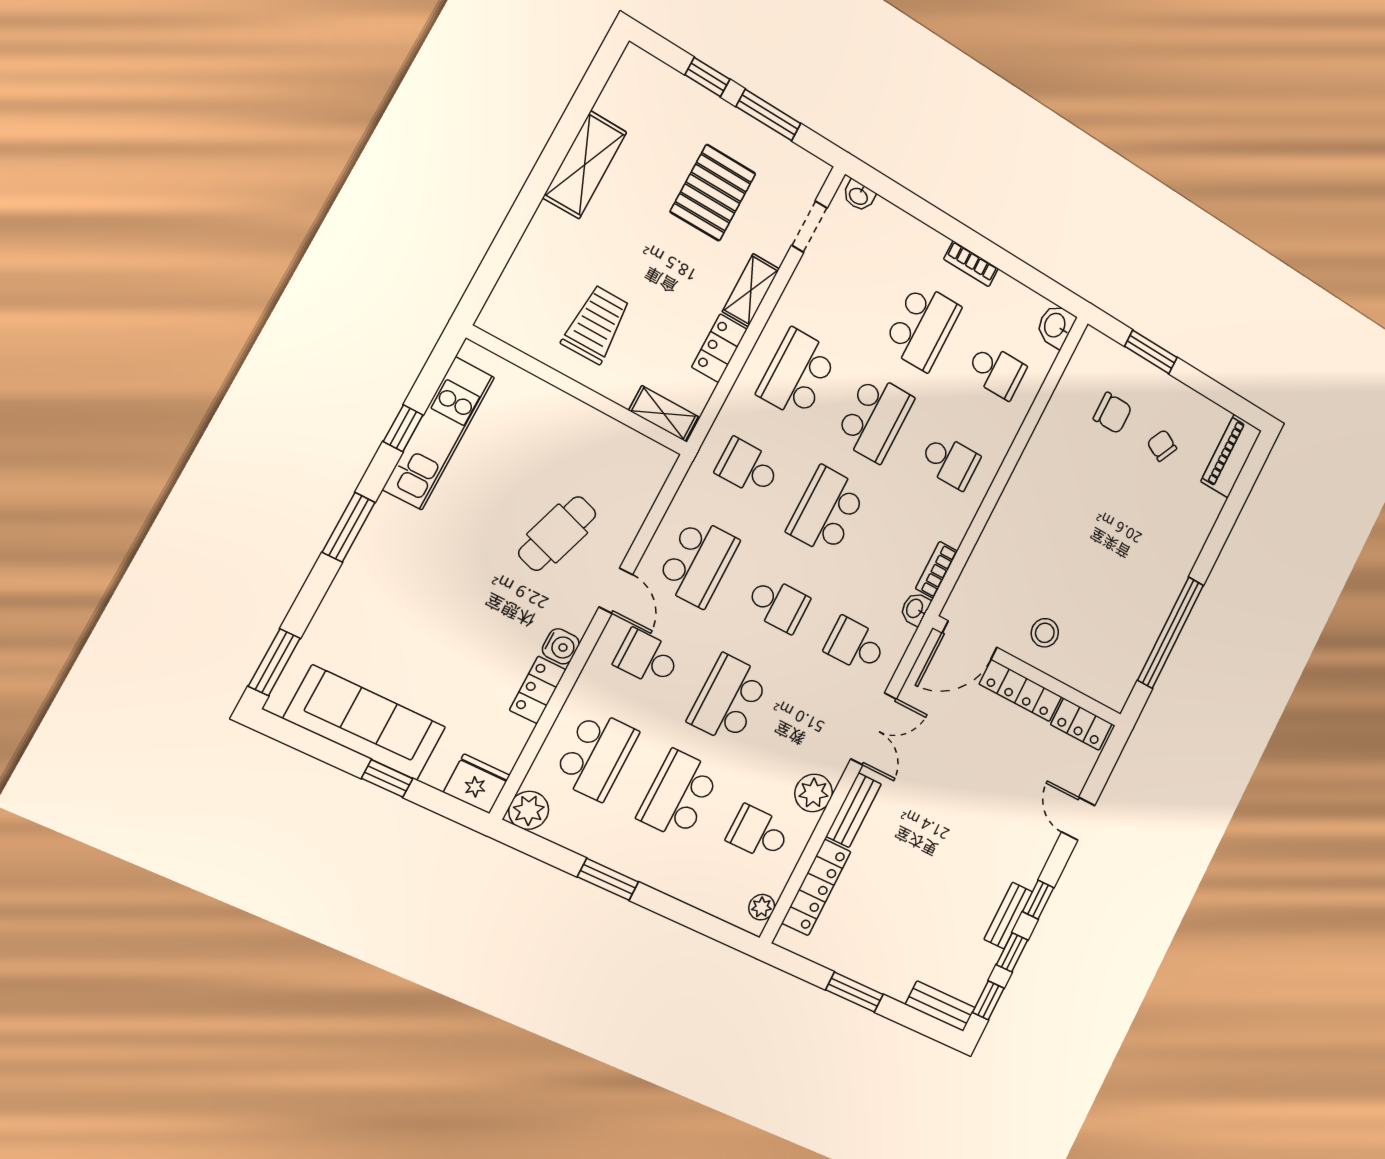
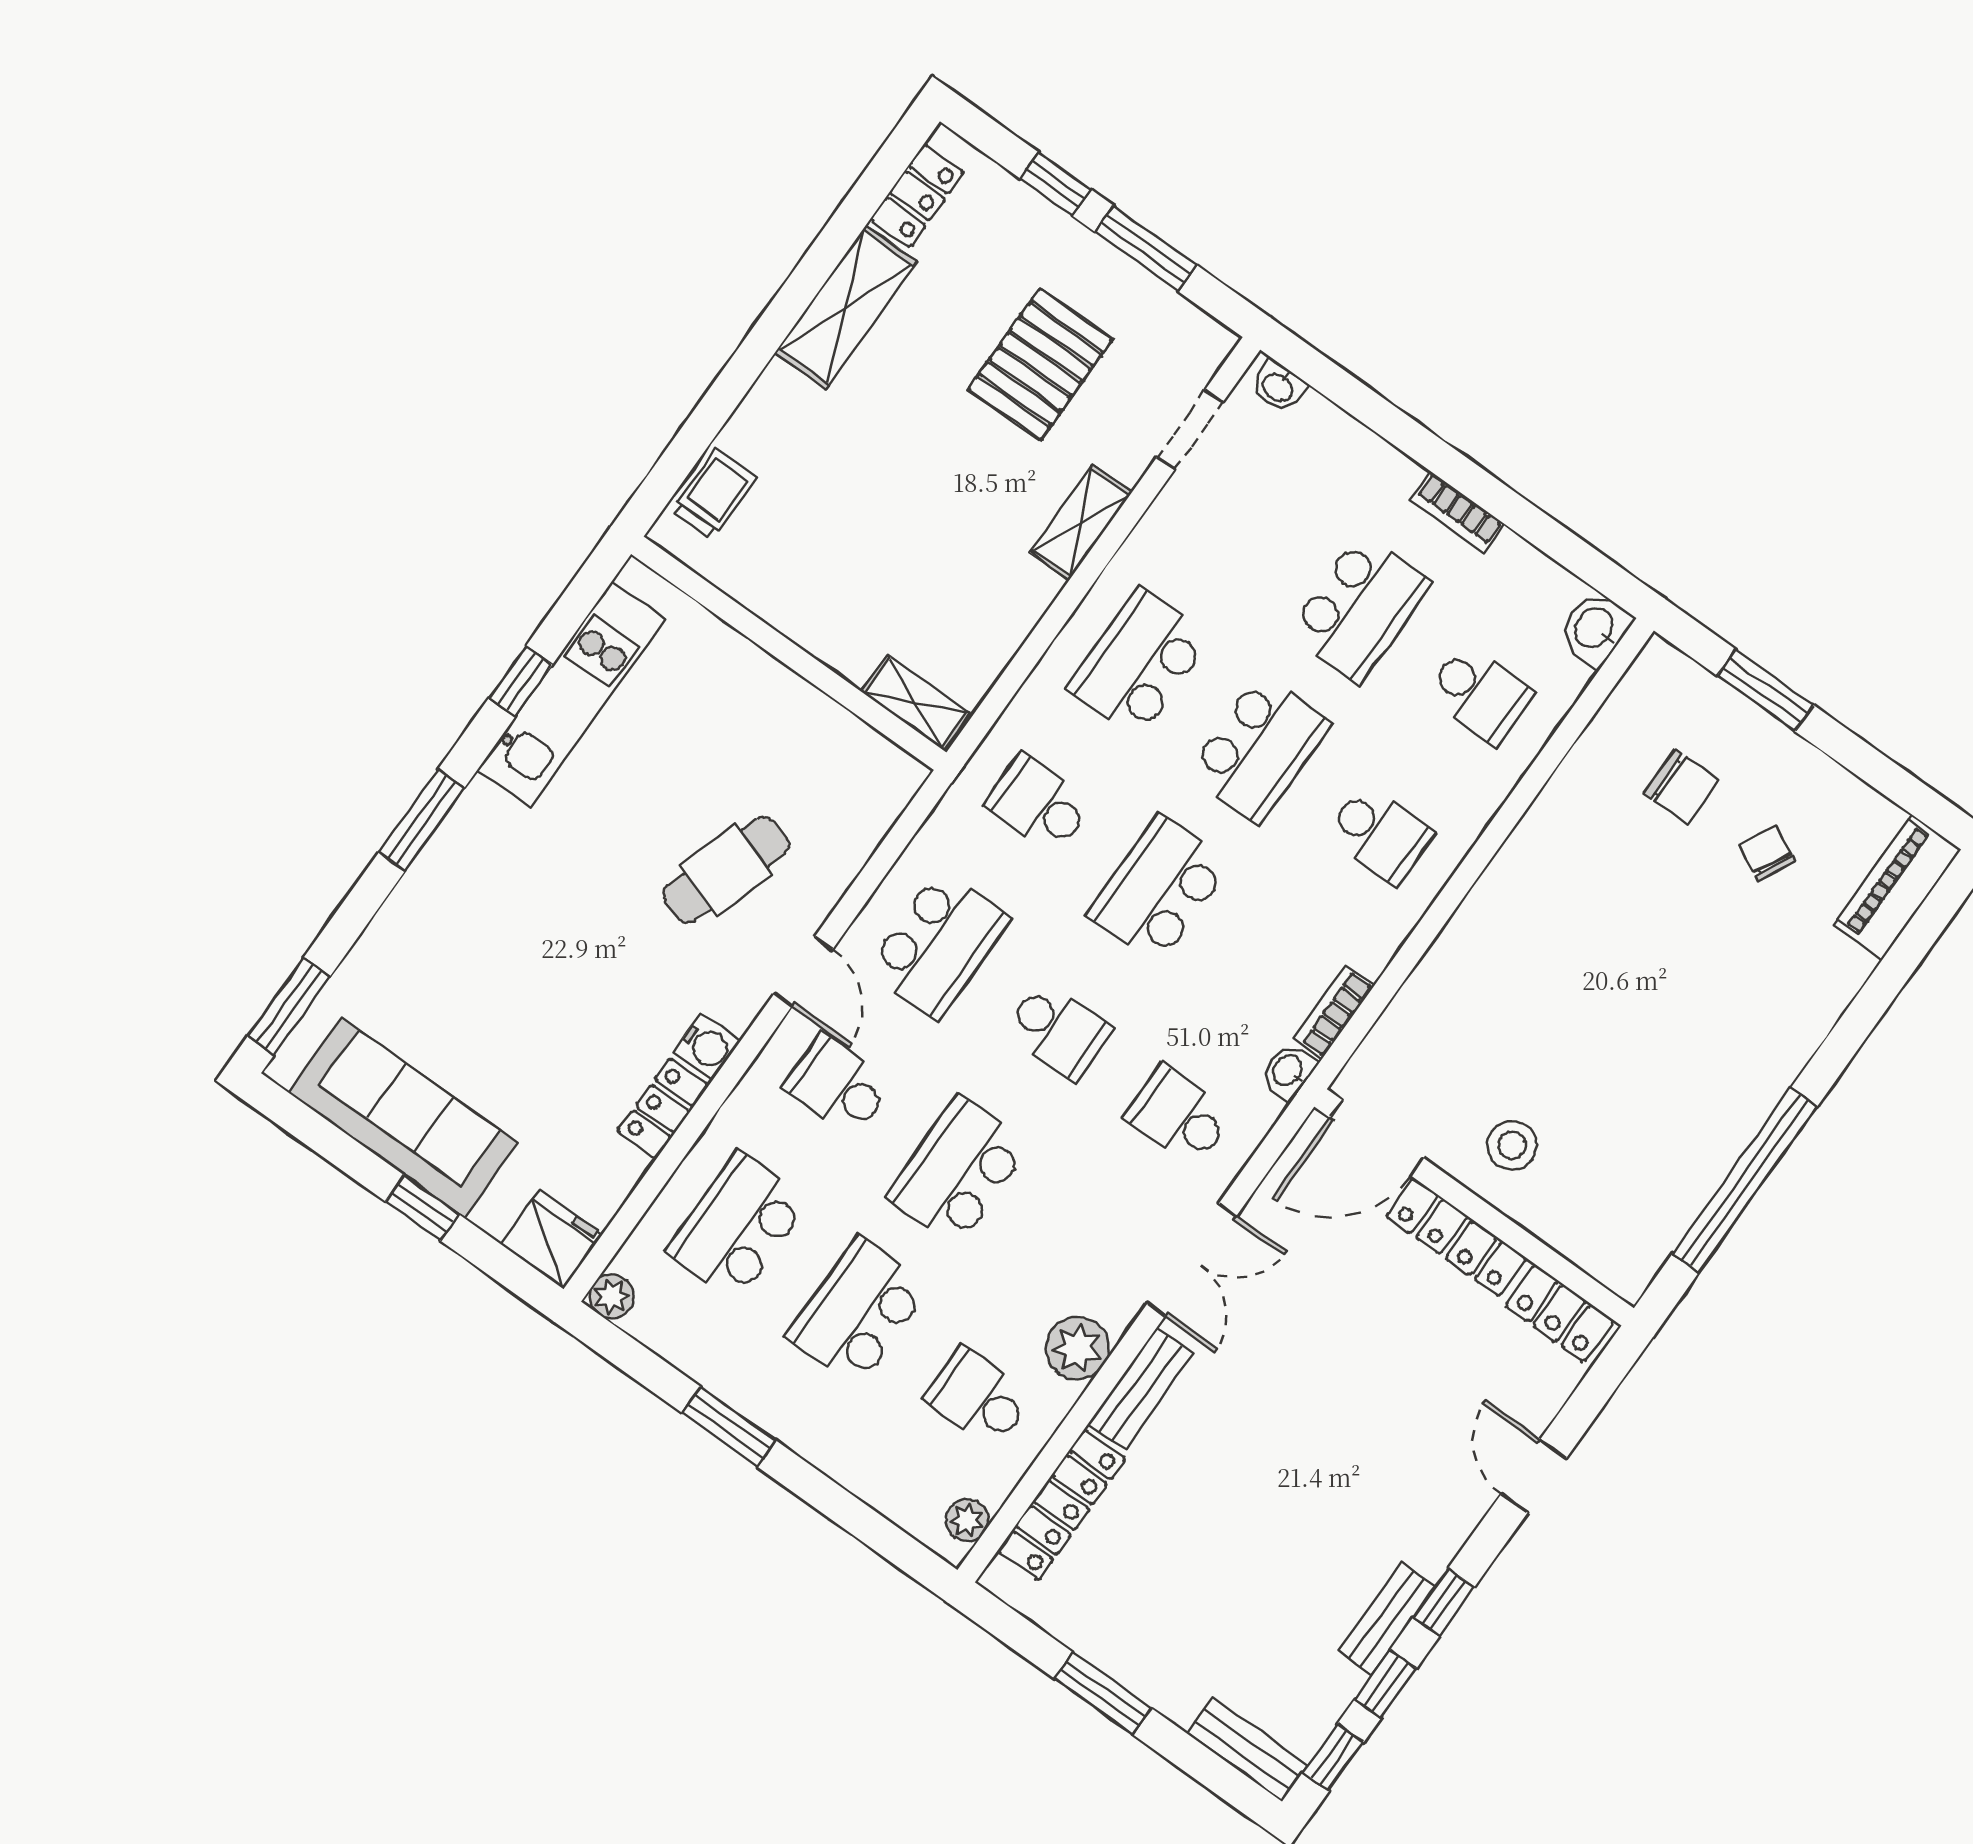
trolley: (596, 324) -> (714, 494), moved, width x0.73, depth x0.72
locker: (719, 348) -> (917, 196), moved, turned 180
school desk: (596, 755) -> (738, 1226), turned 180
plant: (529, 810) -> (612, 1296), width x0.73, depth x0.73

